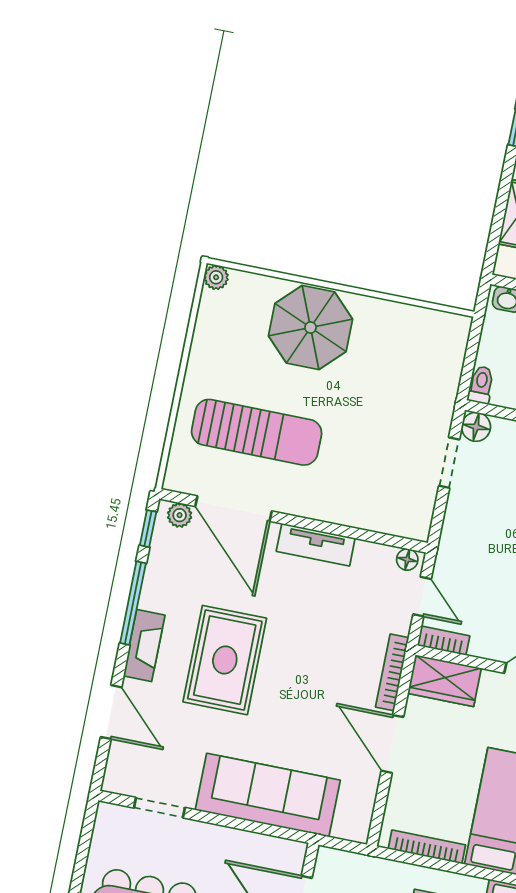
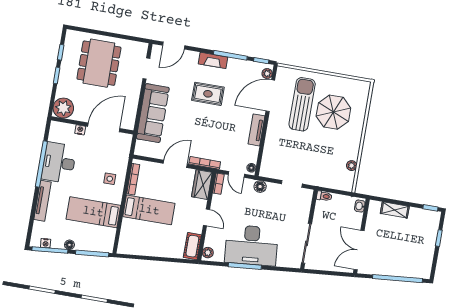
plant: (216, 277) -> (352, 166), moved
parasol: (311, 327) -> (333, 112), moved
floor lamp: (476, 427) -> (260, 187), moved
sun lounger: (257, 432) -> (302, 104), turned 180
door: (422, 597) -> (236, 174), hinge flipped
rug: (225, 660) -> (208, 94), width x0.73, depth x0.70
door: (111, 712) -> (174, 46), moved

